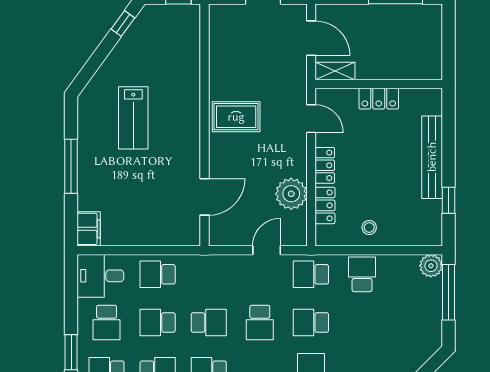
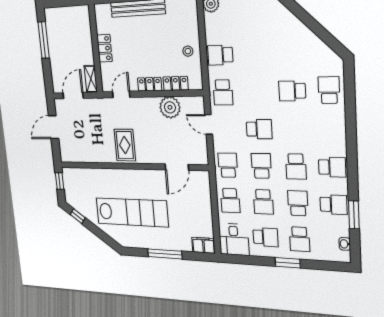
lab bench: (133, 118) -> (132, 212), width x1.86, depth x1.39
door: (204, 197) -> (177, 167), swing flipped
school desk: (311, 323) -> (228, 165), moved, turned 180

